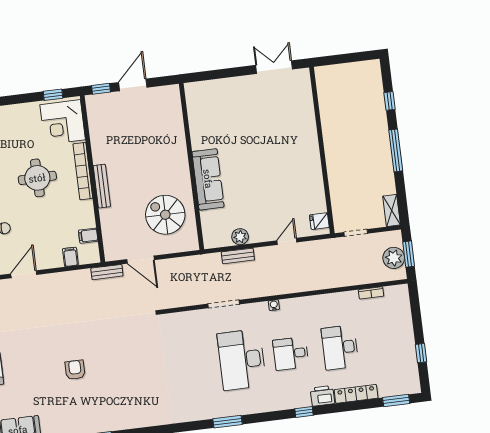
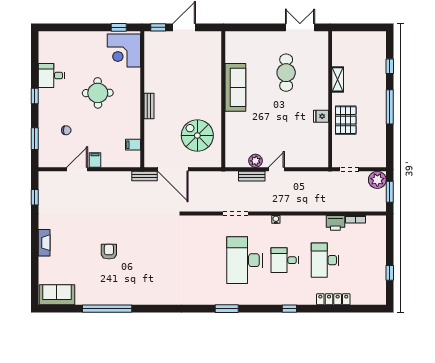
cafe table: (264, 124) -> (286, 73), added
bookcase: (83, 171) -> (135, 92), removed
pallet: (344, 173) -> (346, 120), added
sofa: (208, 179) -> (235, 87), moved
bench: (102, 186) -> (149, 106), width x0.73
shelving: (392, 210) -> (338, 79), moved
fridge: (319, 221) -> (321, 116), moved
door: (287, 241) -> (276, 169), moved
filing cabinet: (70, 257) -> (95, 160), moved
plant: (394, 258) -> (377, 180), moved
door: (141, 260) -> (173, 169), width x1.36
printer: (322, 396) -> (335, 223), moved, turned 180
window: (396, 401) -> (365, 309), removed

